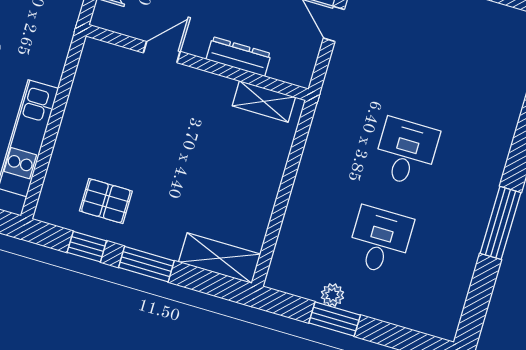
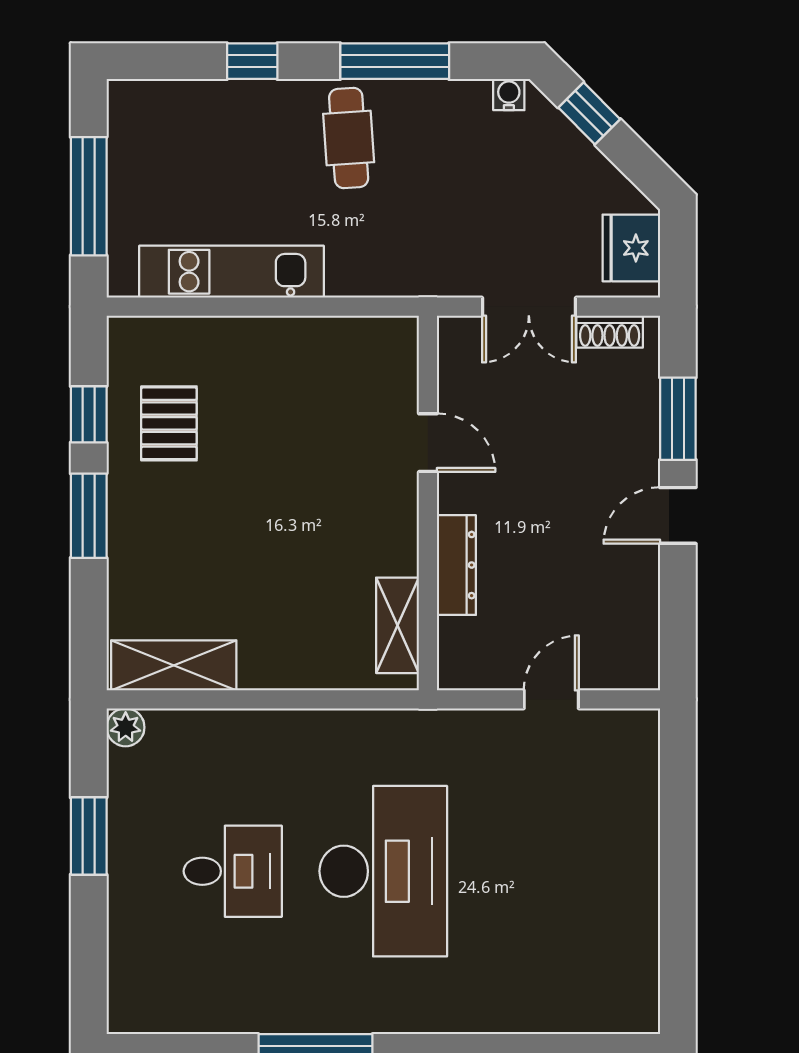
desk: (406, 152) -> (383, 871), width x1.87, depth x1.30
shelving: (220, 258) -> (174, 665), moved, turned 90
plant: (332, 295) -> (126, 727), moved

